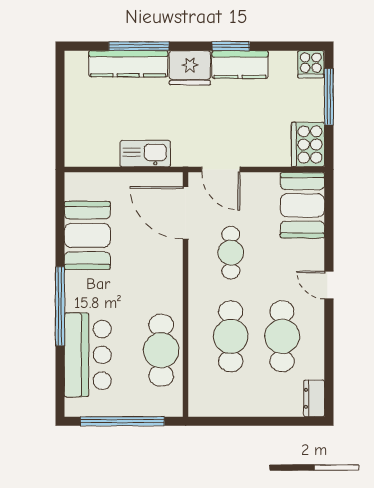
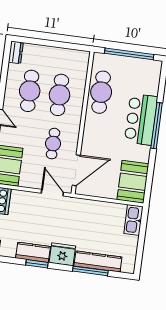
kitchen sink: (145, 154) -> (133, 220), moved, turned 90
door: (186, 213) -> (76, 170), hinge flipped
booth: (87, 235) -> (133, 182), moved
bar counter: (88, 355) -> (141, 119), moved

